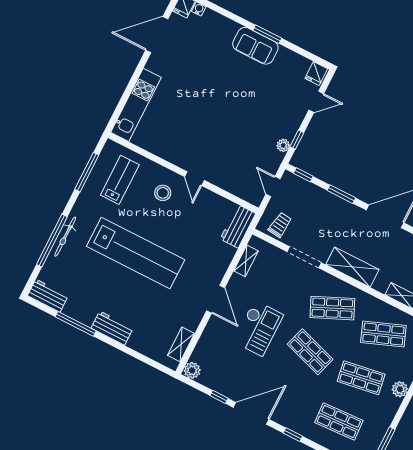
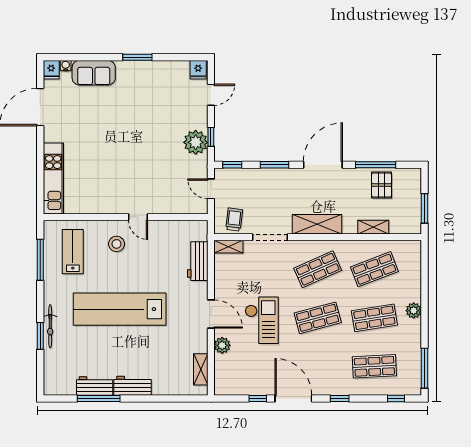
sofa: (255, 46) -> (94, 73), moved
plant: (283, 145) -> (196, 142), width x1.87, depth x1.87
workbench: (238, 226) -> (198, 261), moved
window: (52, 241) -> (40, 336), width x0.47
lab bench: (136, 253) -> (120, 309), turned 180
shelving: (246, 261) -> (228, 247), moved, turned 90
workbench: (48, 296) -> (95, 386), moved
shop shelf: (310, 352) -> (318, 318), turned -33
plant: (192, 370) -> (222, 345), moved
door: (251, 413) -> (293, 399), hinge flipped

